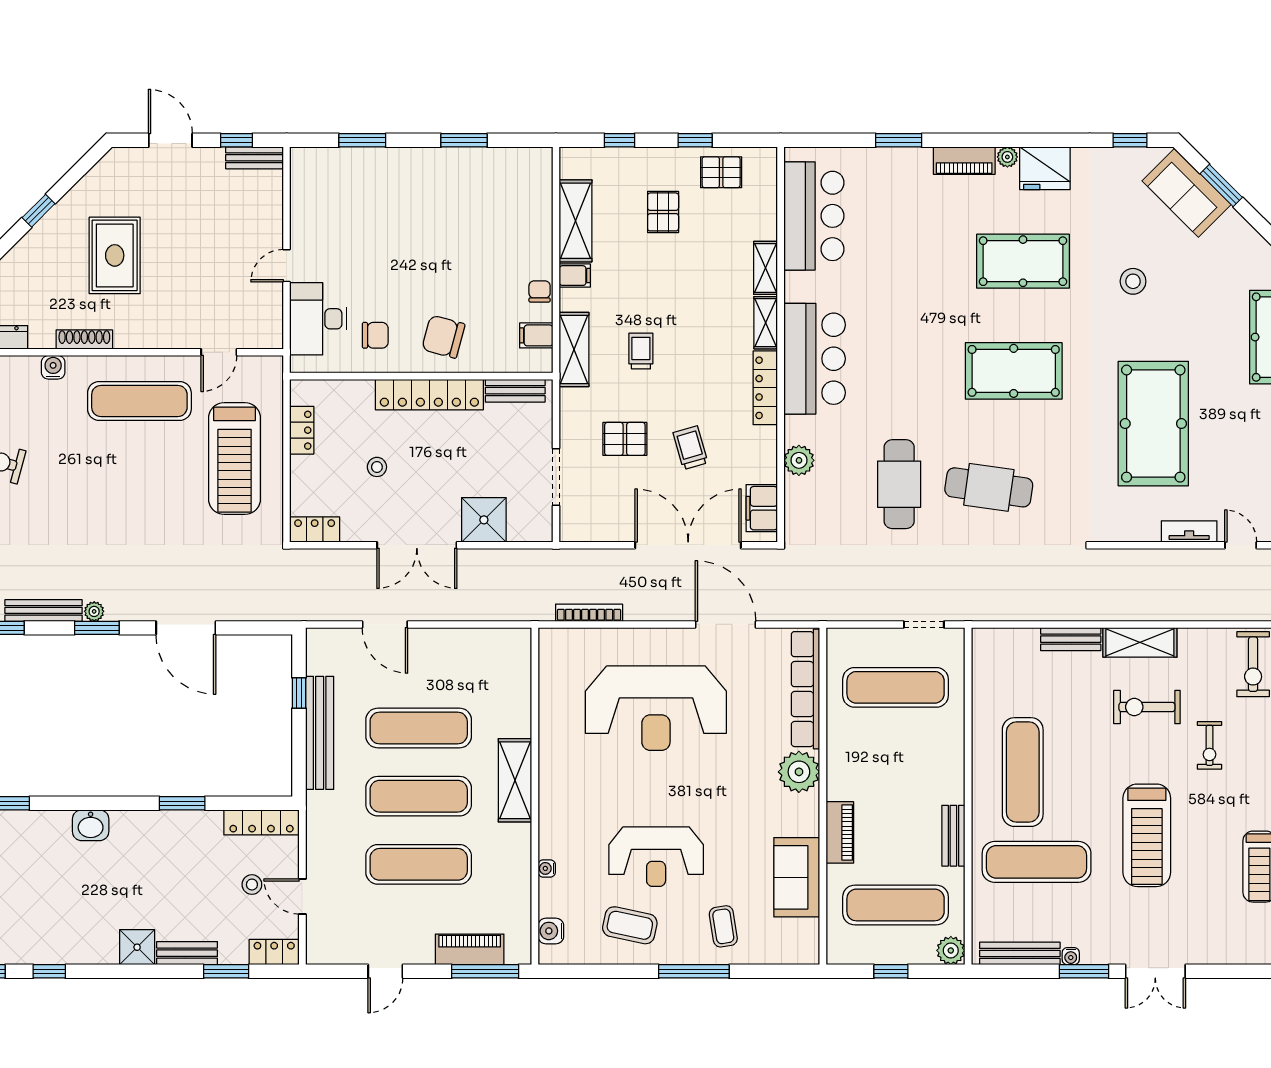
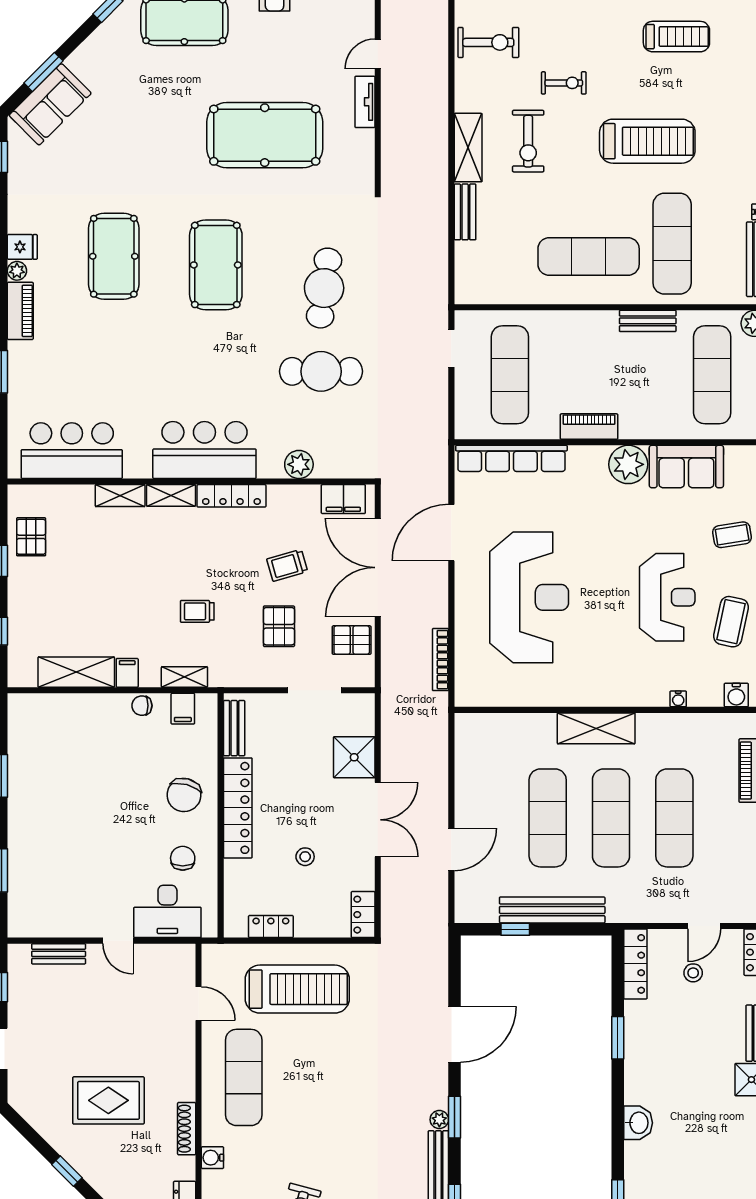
bench: (255, 158) -> (59, 954), moved, turned 90
fridge: (1045, 168) -> (22, 247), width x0.53, depth x0.75
pallet: (663, 212) -> (352, 640), moved
stool: (1133, 281) -> (133, 154), removed
shelving: (574, 350) -> (184, 677), width x0.67, depth x0.75
plant: (799, 772) -> (628, 464), moved
piano: (840, 832) -> (589, 427), moved

